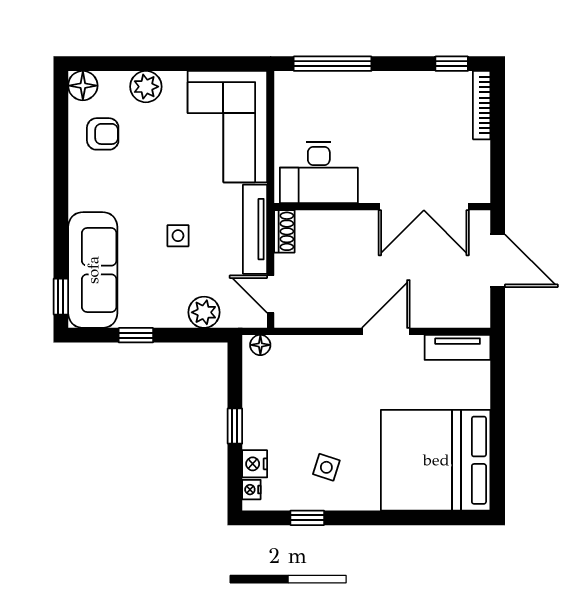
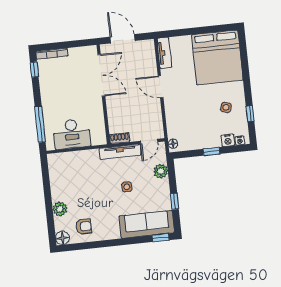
corner sofa: (227, 127) -> (74, 170), removed
armchair: (103, 134) -> (84, 226), turned 90
desk: (319, 173) -> (72, 134), moved, turned 90
door: (498, 261) -> (123, 39), hinge flipped

